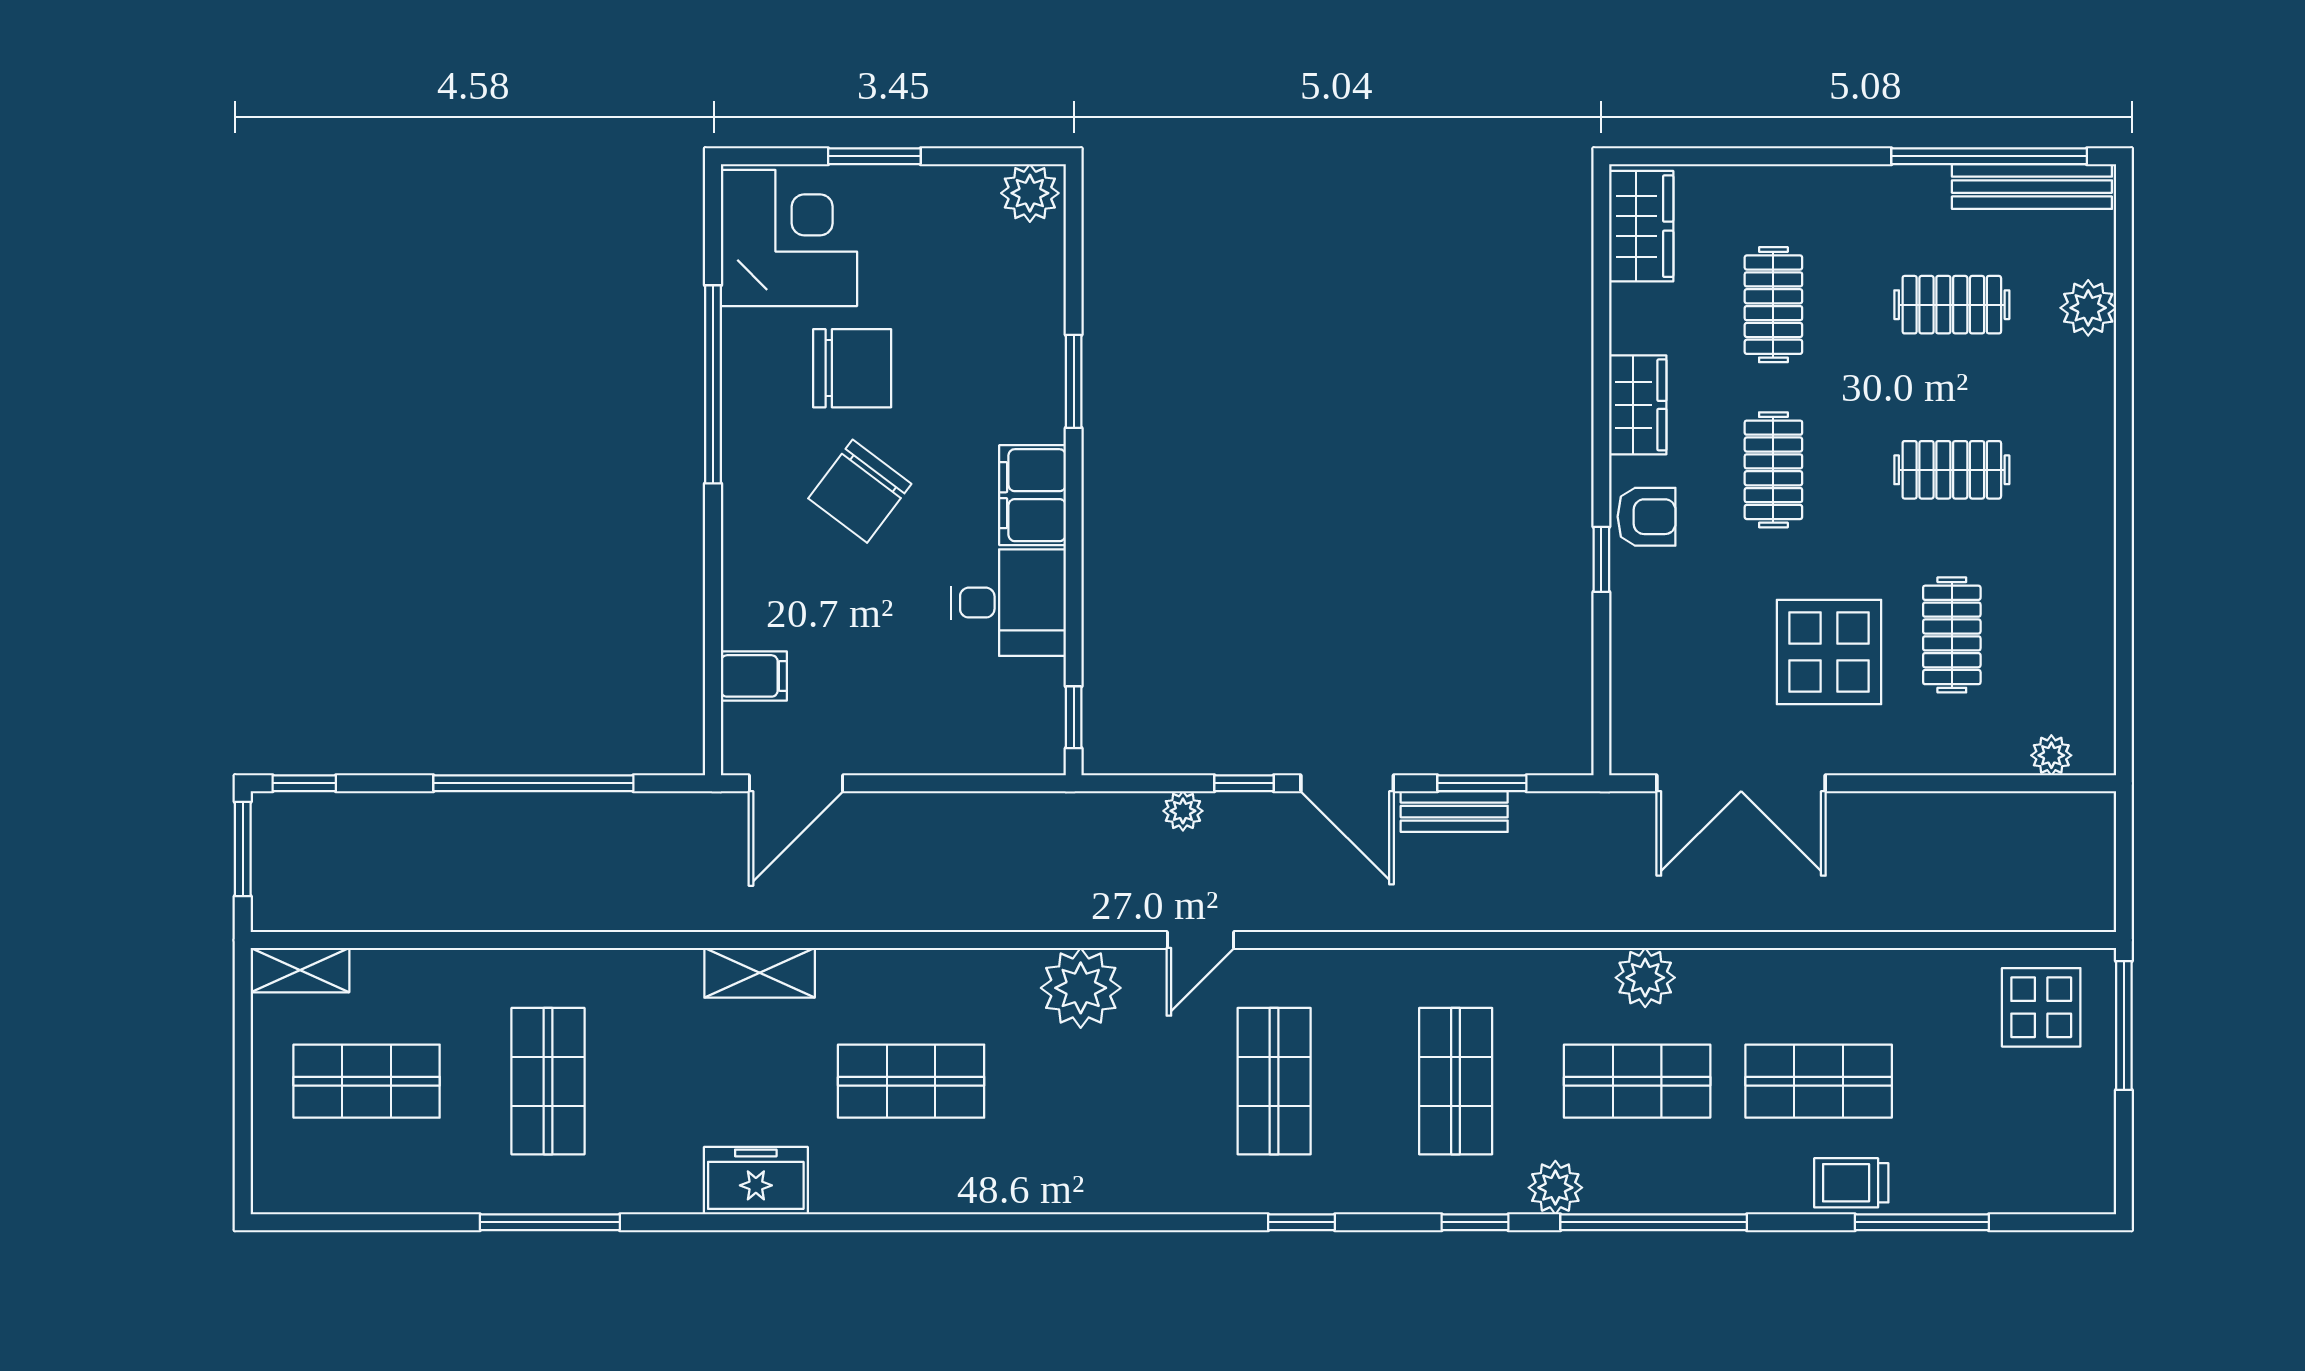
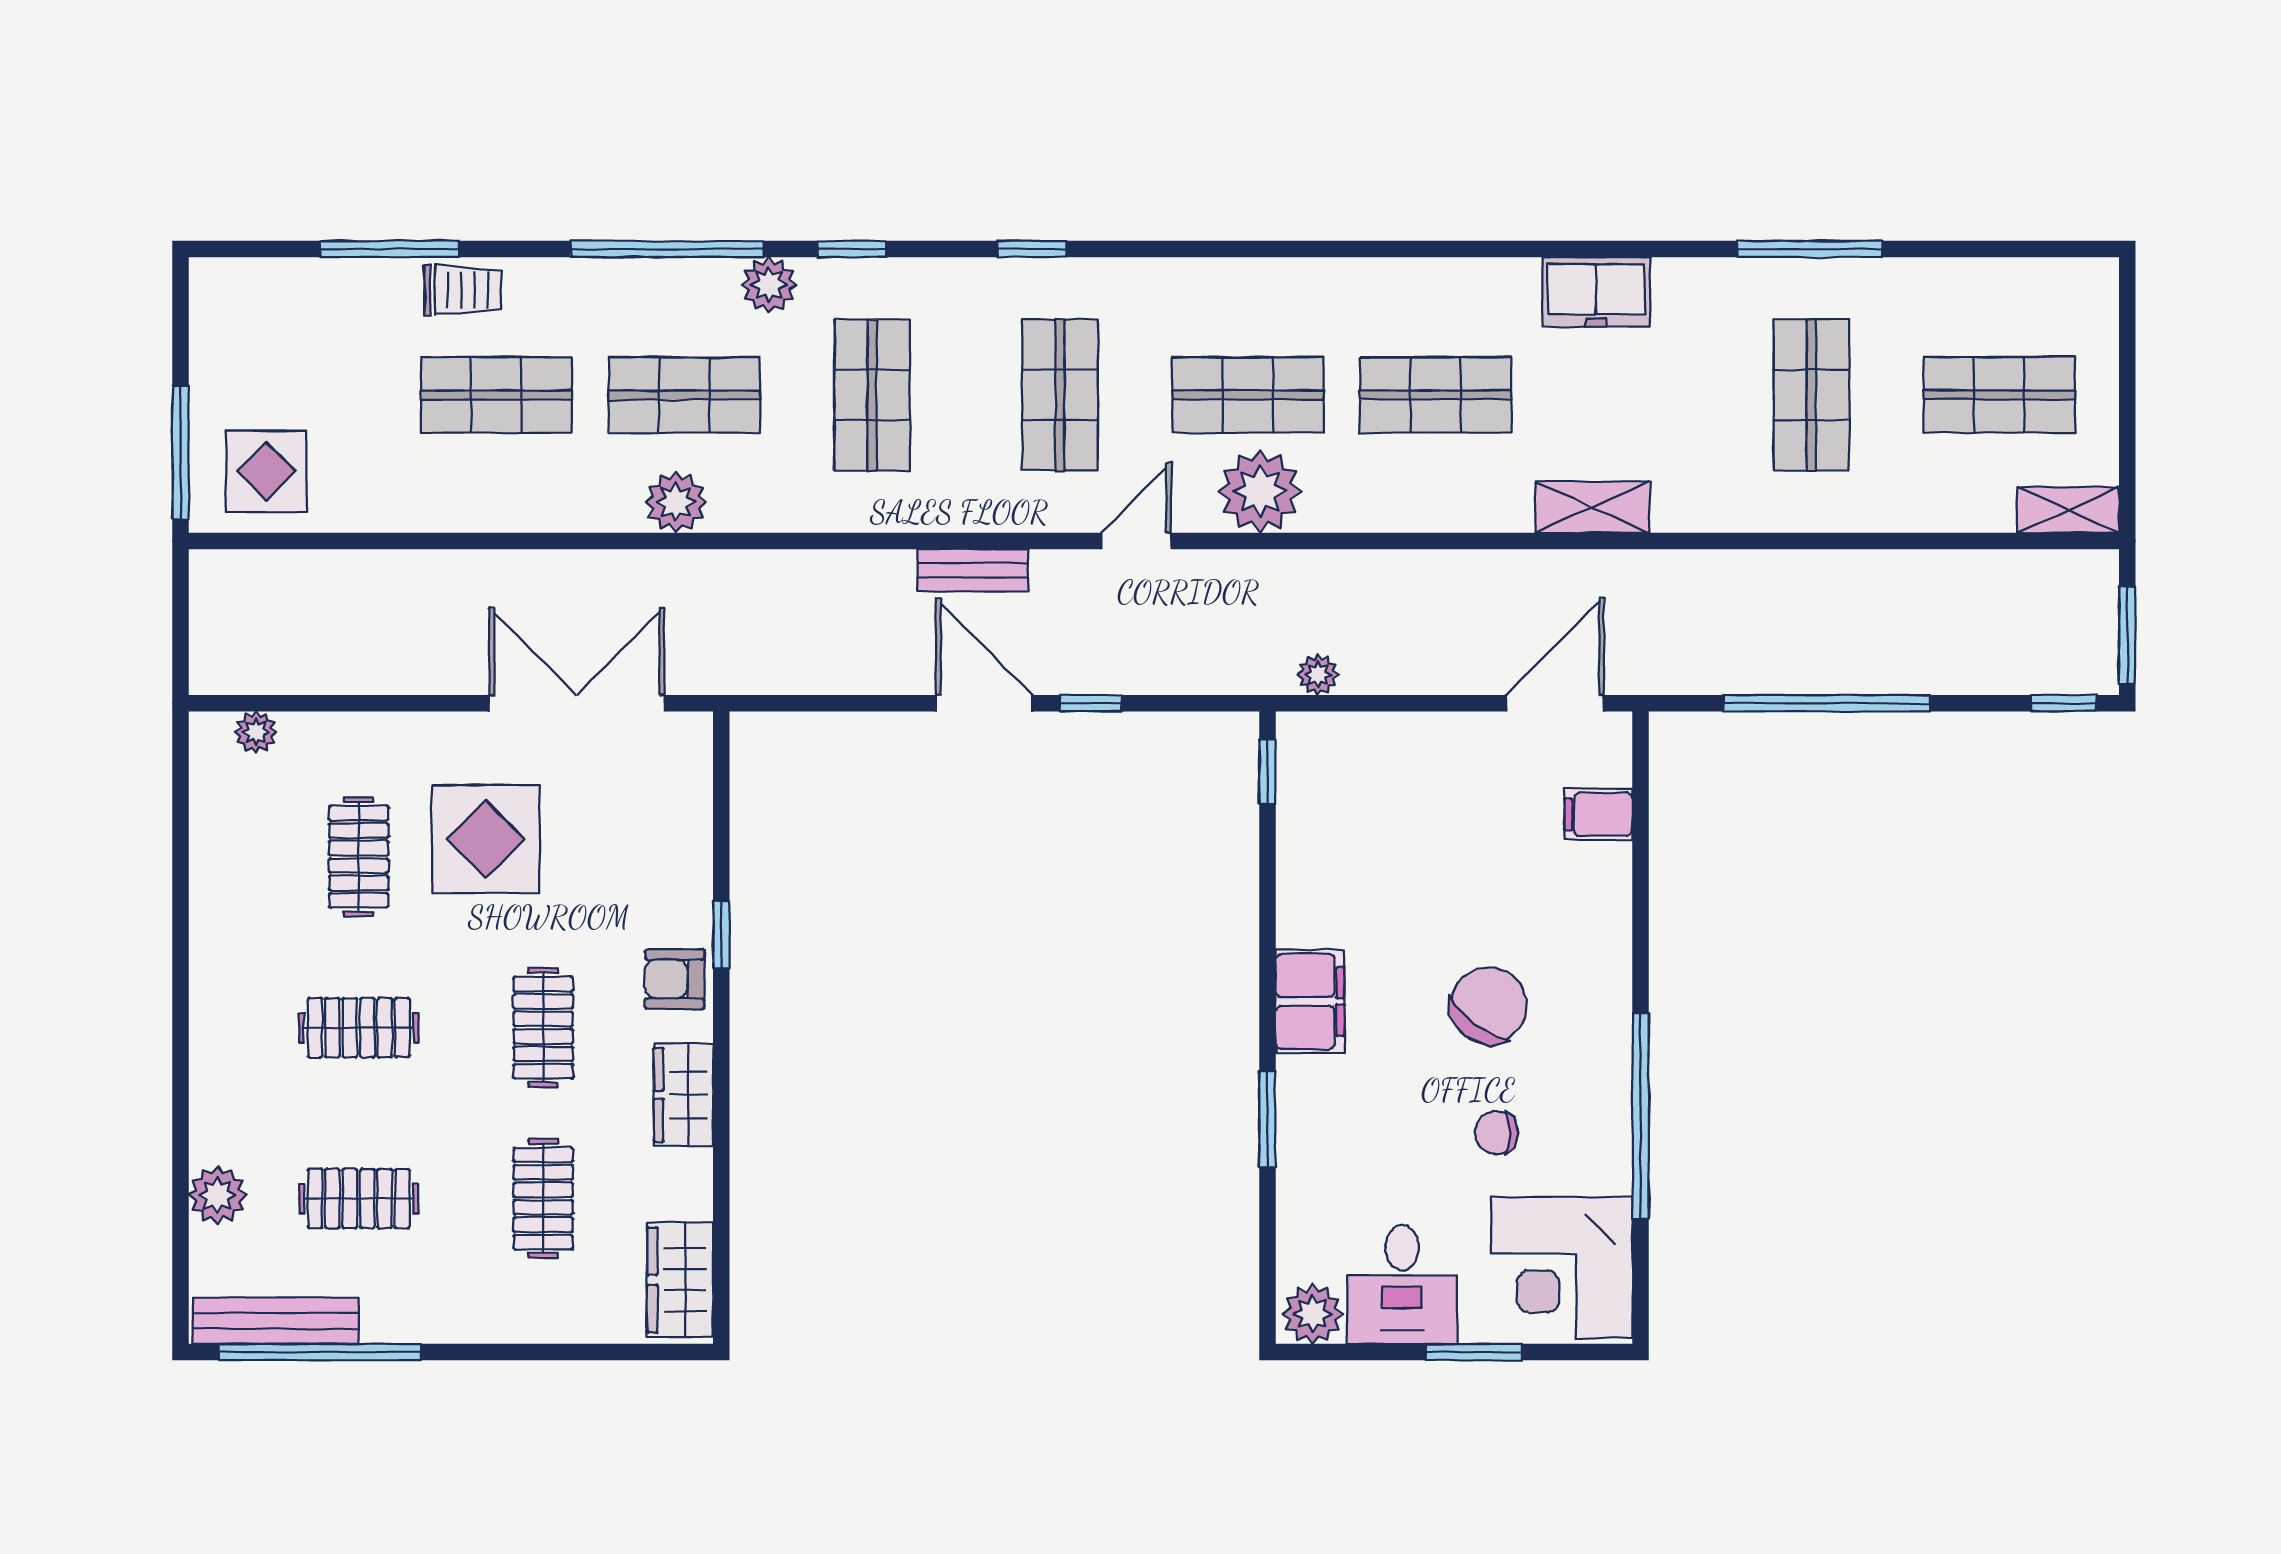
chair: (852, 368) -> (1497, 1133), width x0.54, depth x0.54
desk: (1008, 603) -> (1402, 1284), moved, turned -90
window: (1482, 783) -> (845, 703), removed
plant: (1183, 811) -> (1318, 675), moved
bench: (1454, 812) -> (973, 570), moved
shop shelf: (1093, 1081) -> (1248, 395), added

